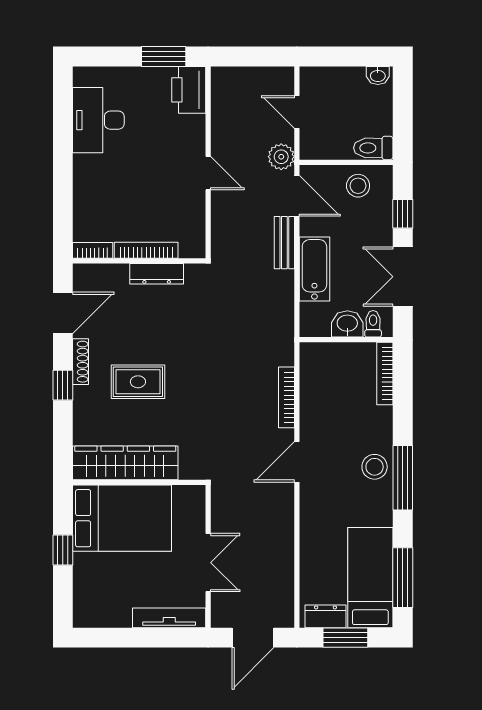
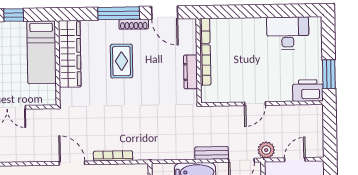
window: (63, 385) -> (119, 13), width x2.17
bed: (122, 518) -> (42, 52), width x0.67

